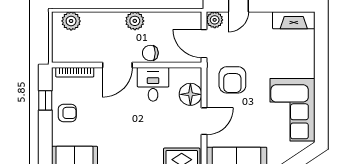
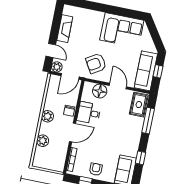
fireplace: (294, 20) -> (65, 29), moved
plant: (71, 21) -> (43, 141), moved
door: (117, 65) -> (73, 132), hinge flipped
armchair: (232, 80) -> (96, 63), turned 149

